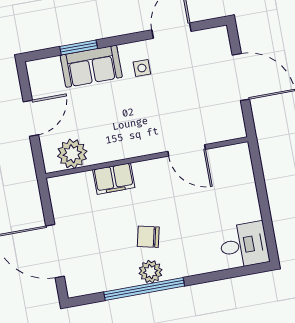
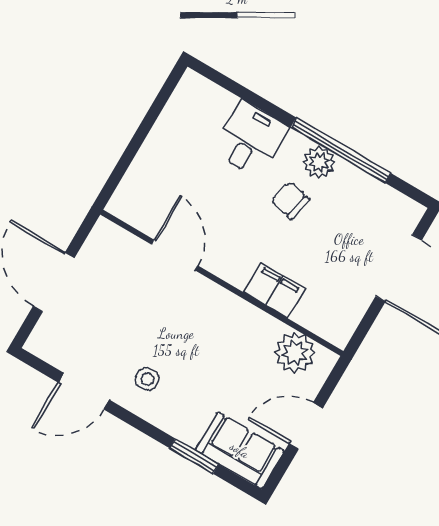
sofa: (91, 66) -> (240, 450), moved
chair: (148, 237) -> (290, 200), turned 180
desk: (244, 245) -> (250, 139), moved, turned 90

